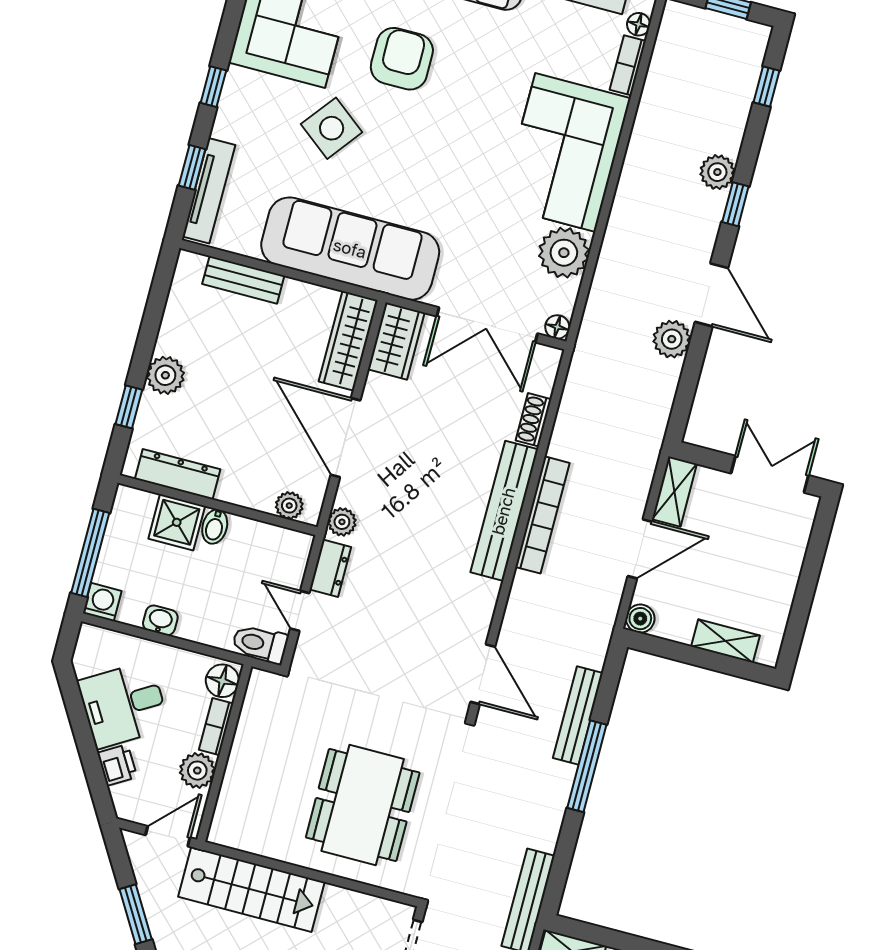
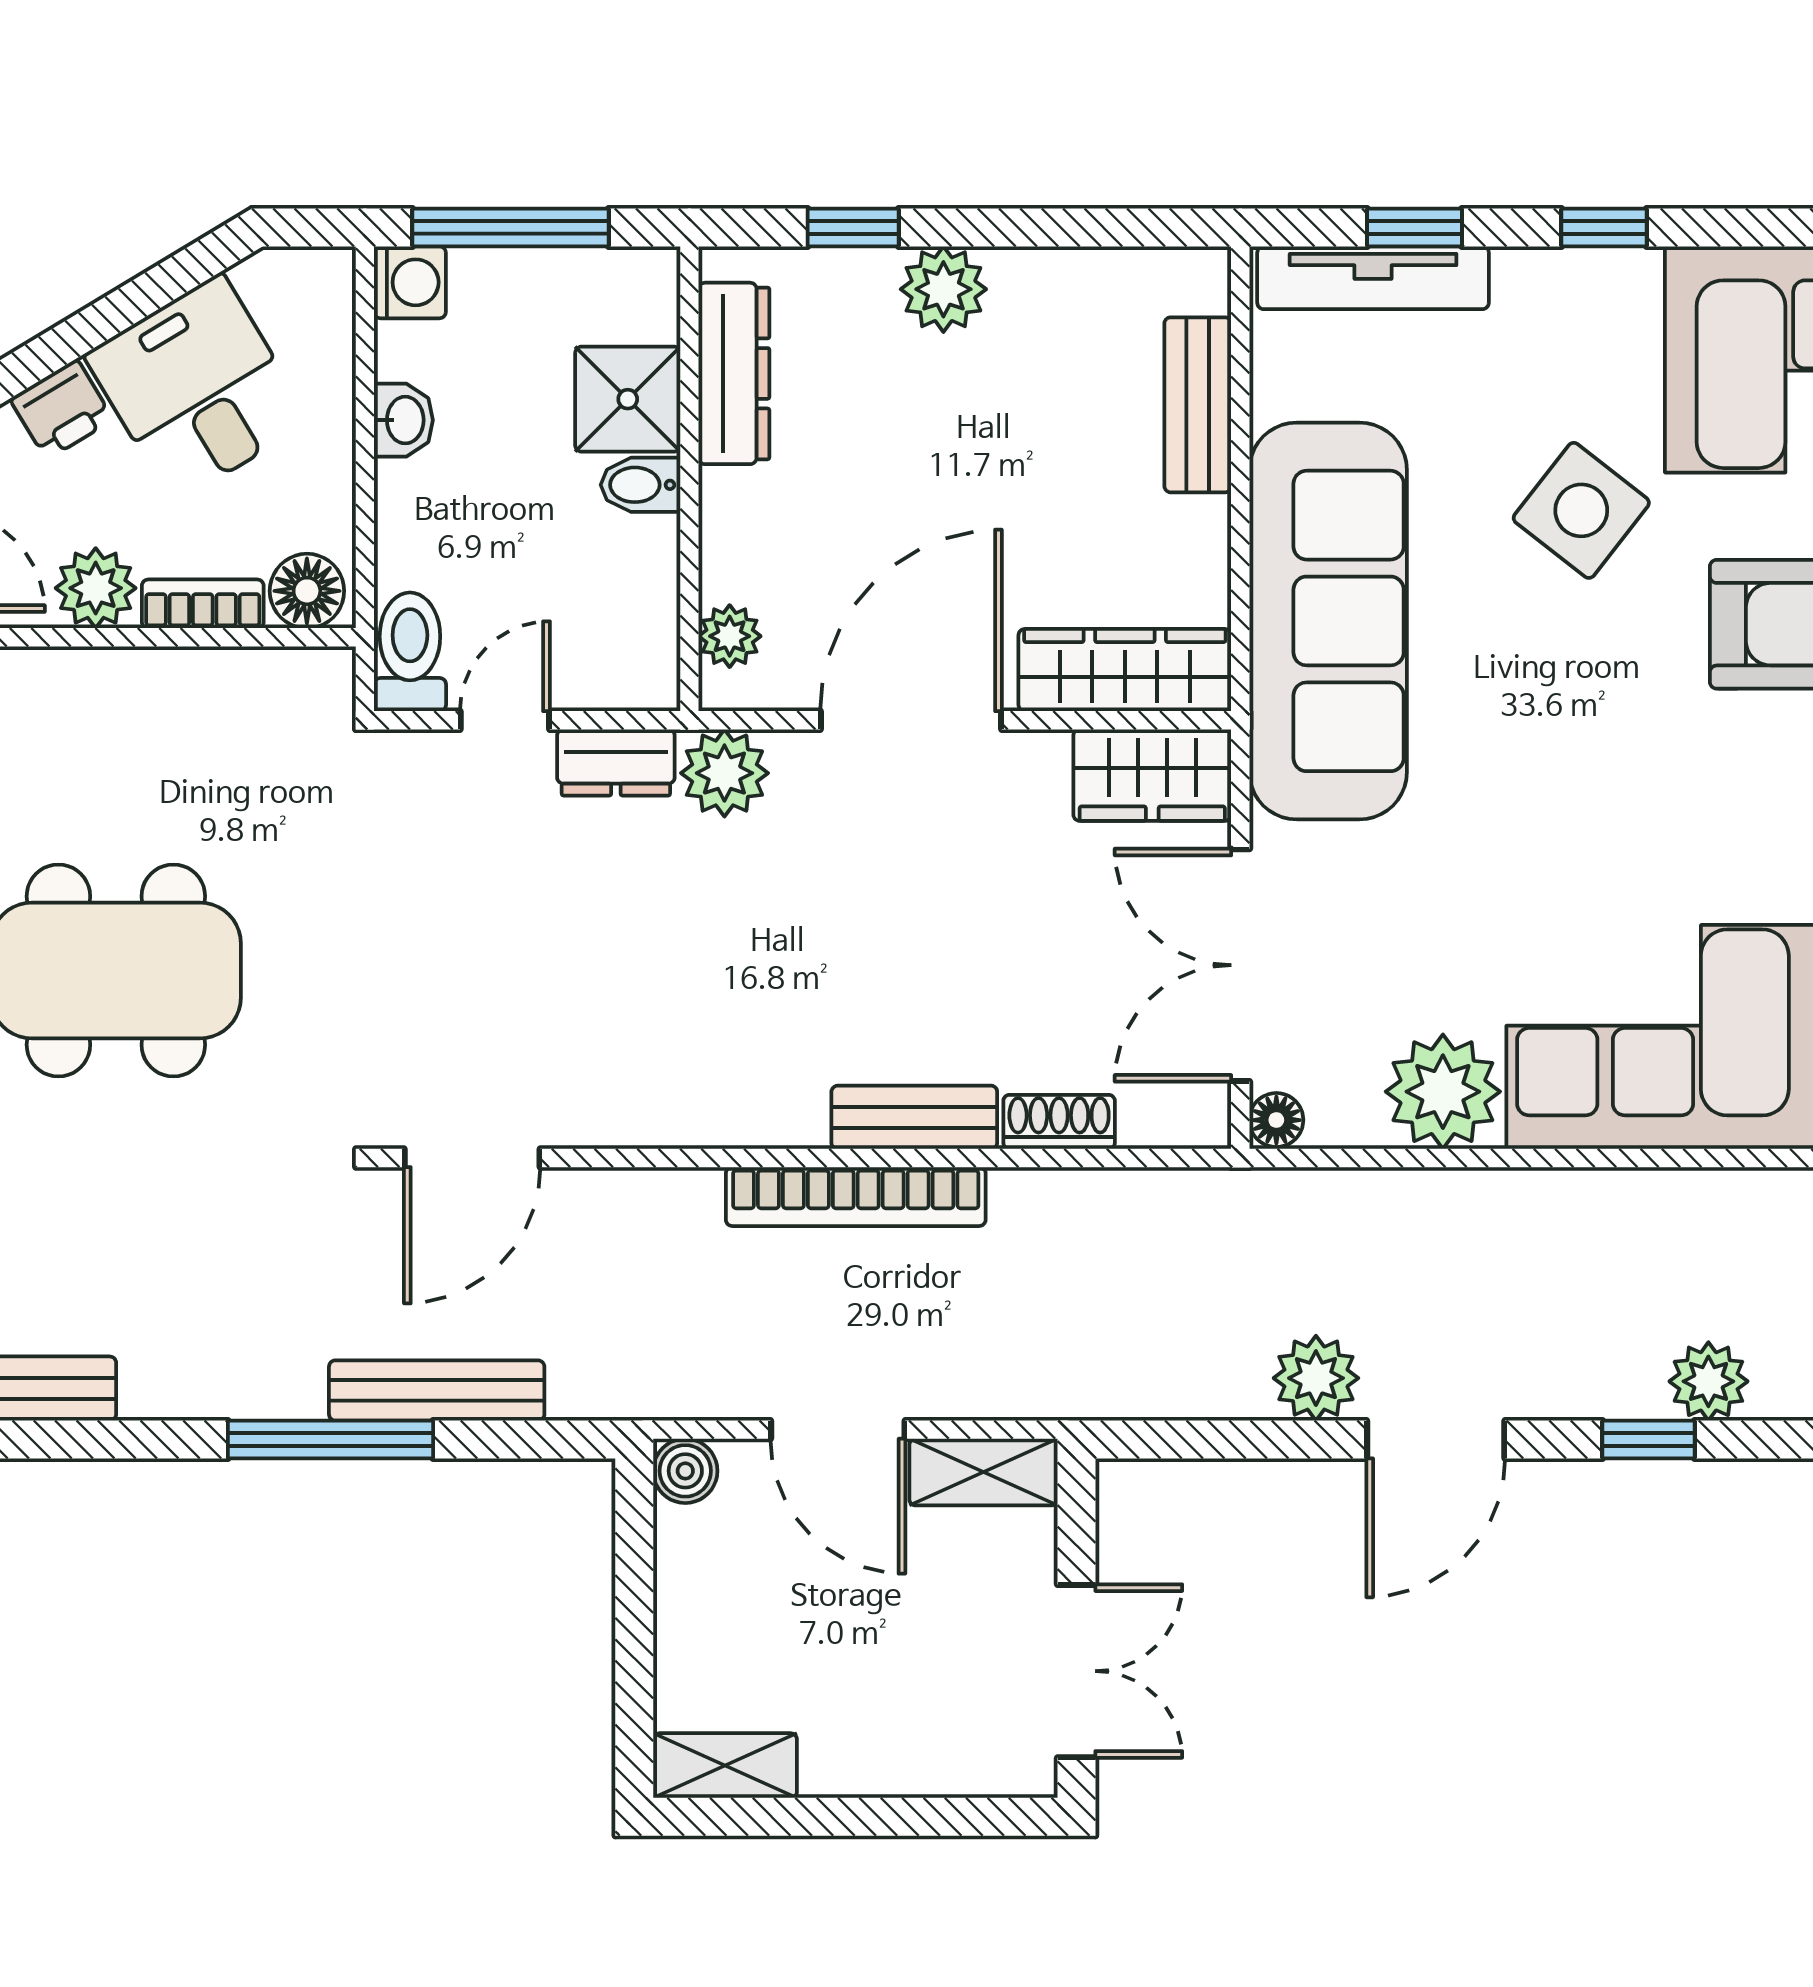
bench: (504, 511) -> (914, 1117), width x0.54, depth x0.82
plant: (342, 522) -> (724, 773), width x1.38, depth x1.38
shelving: (725, 641) -> (725, 1766), moved, turned 90

